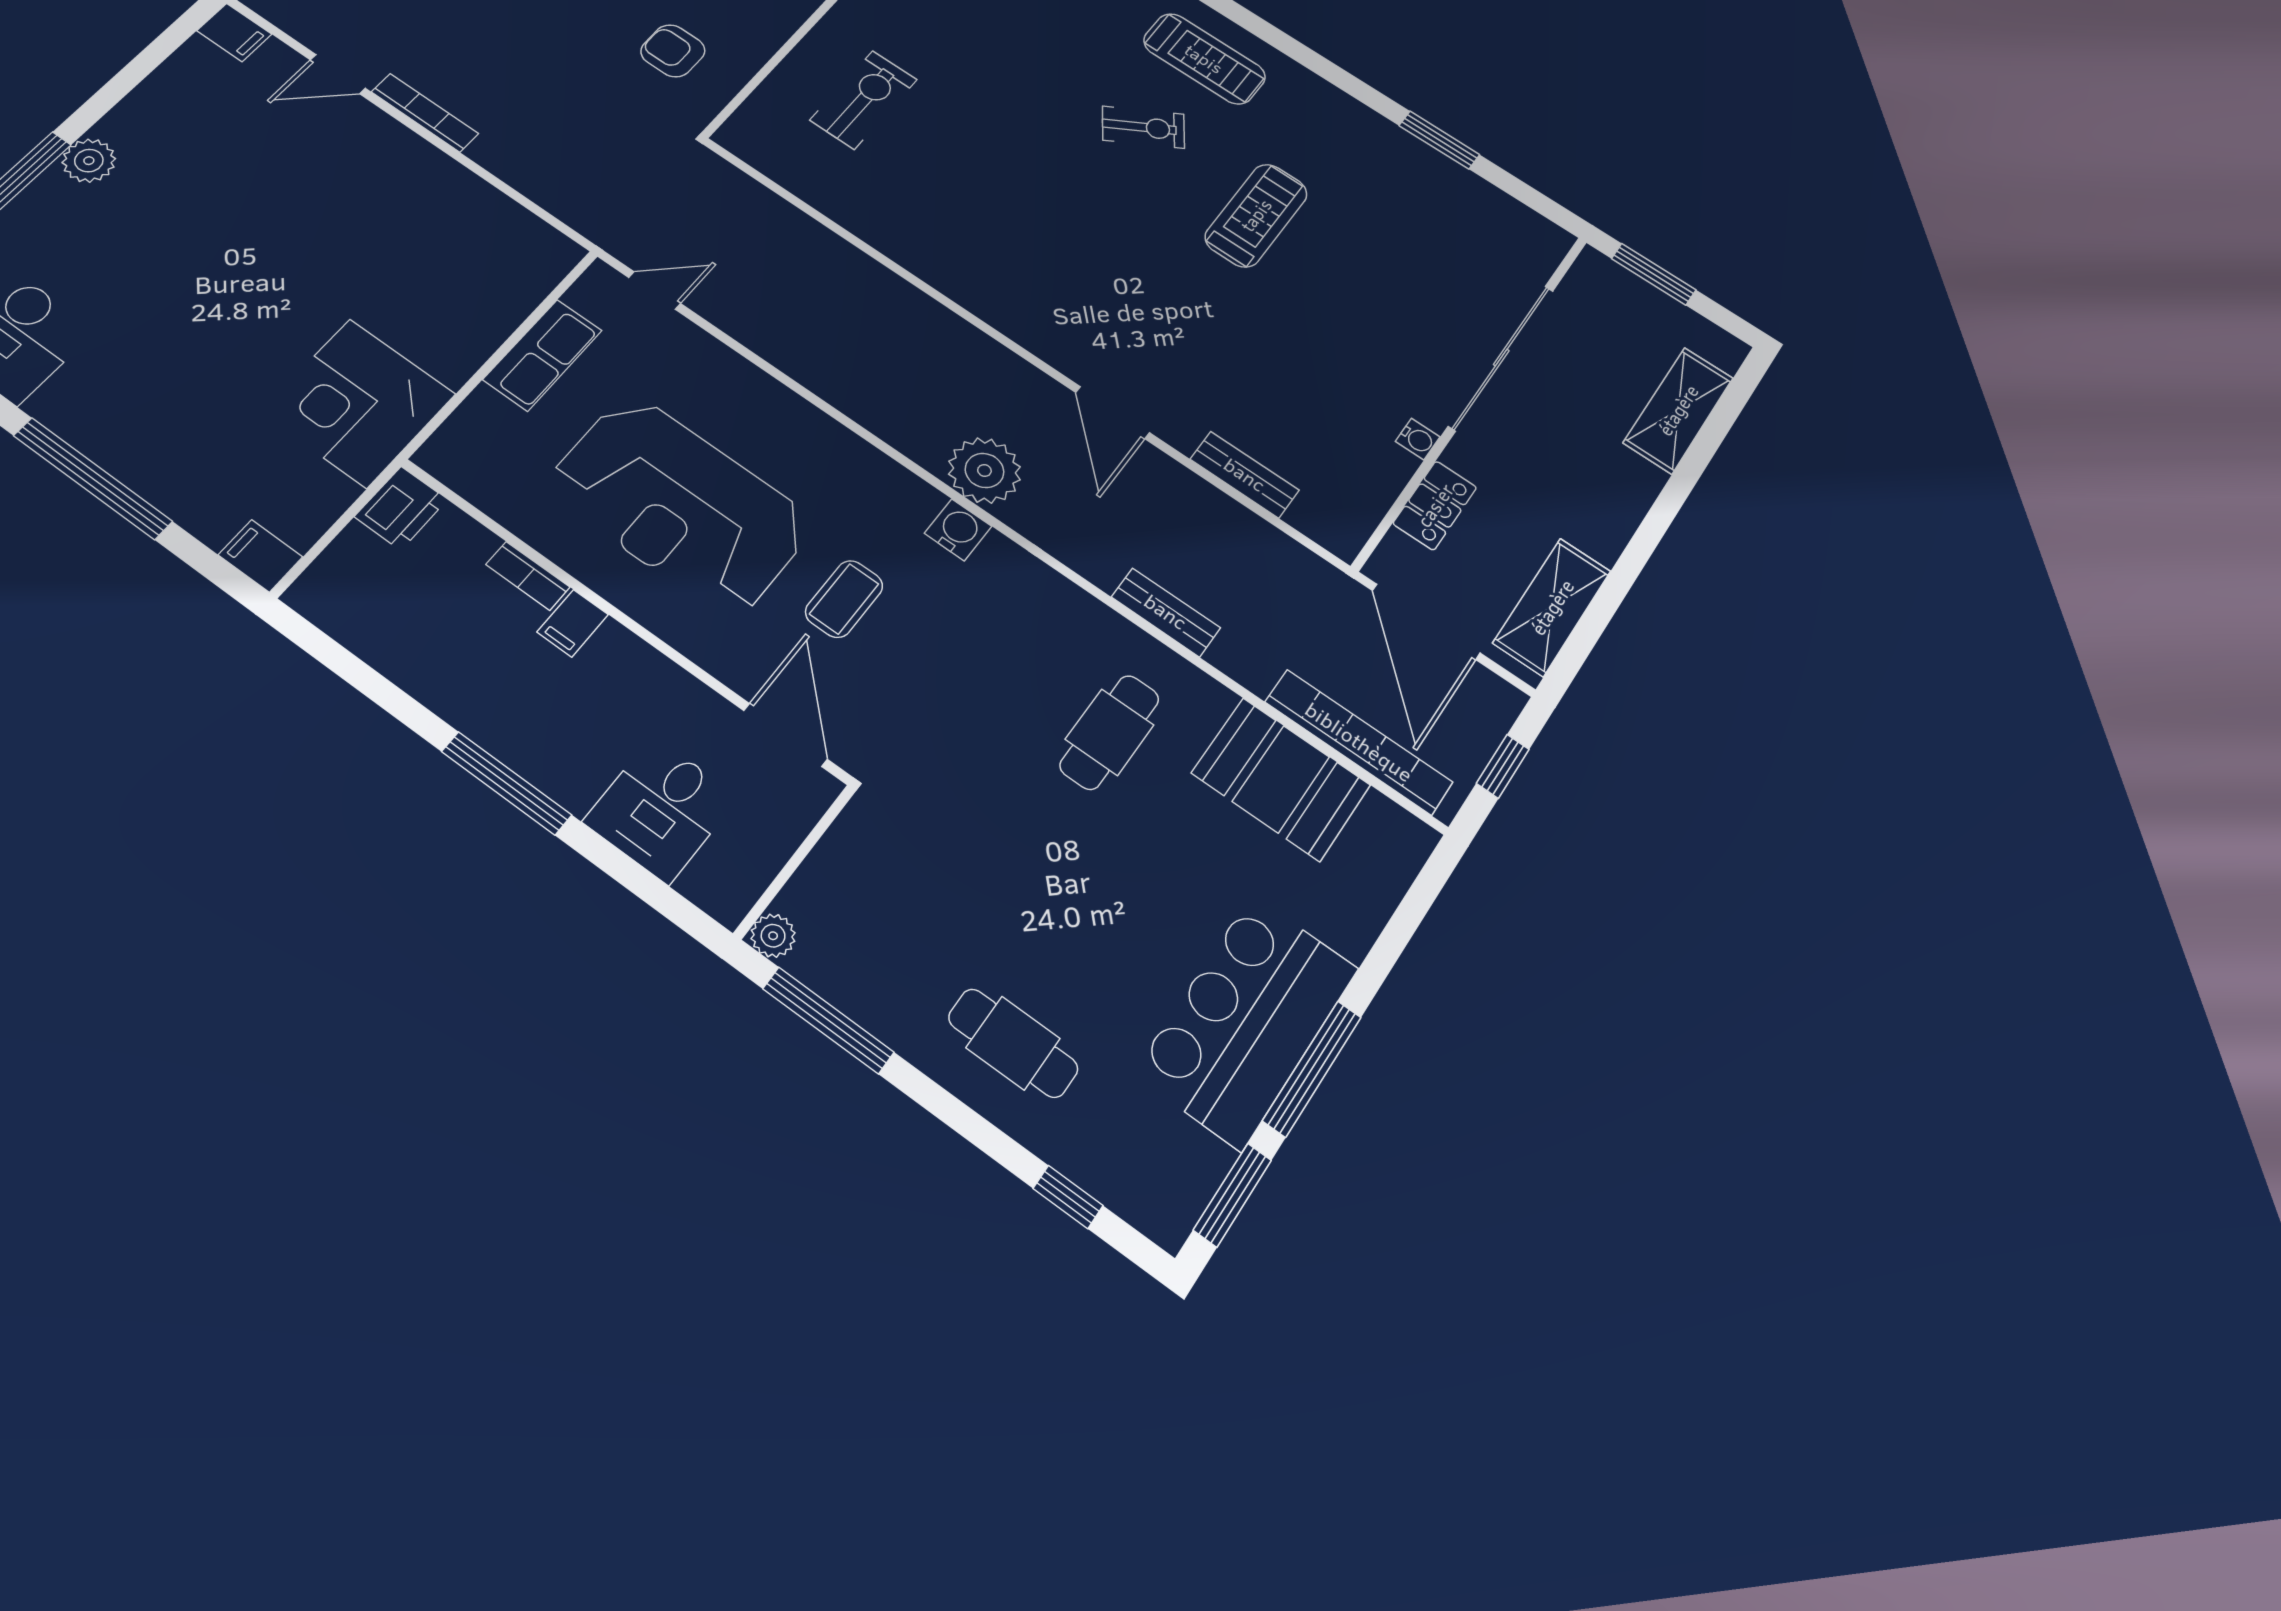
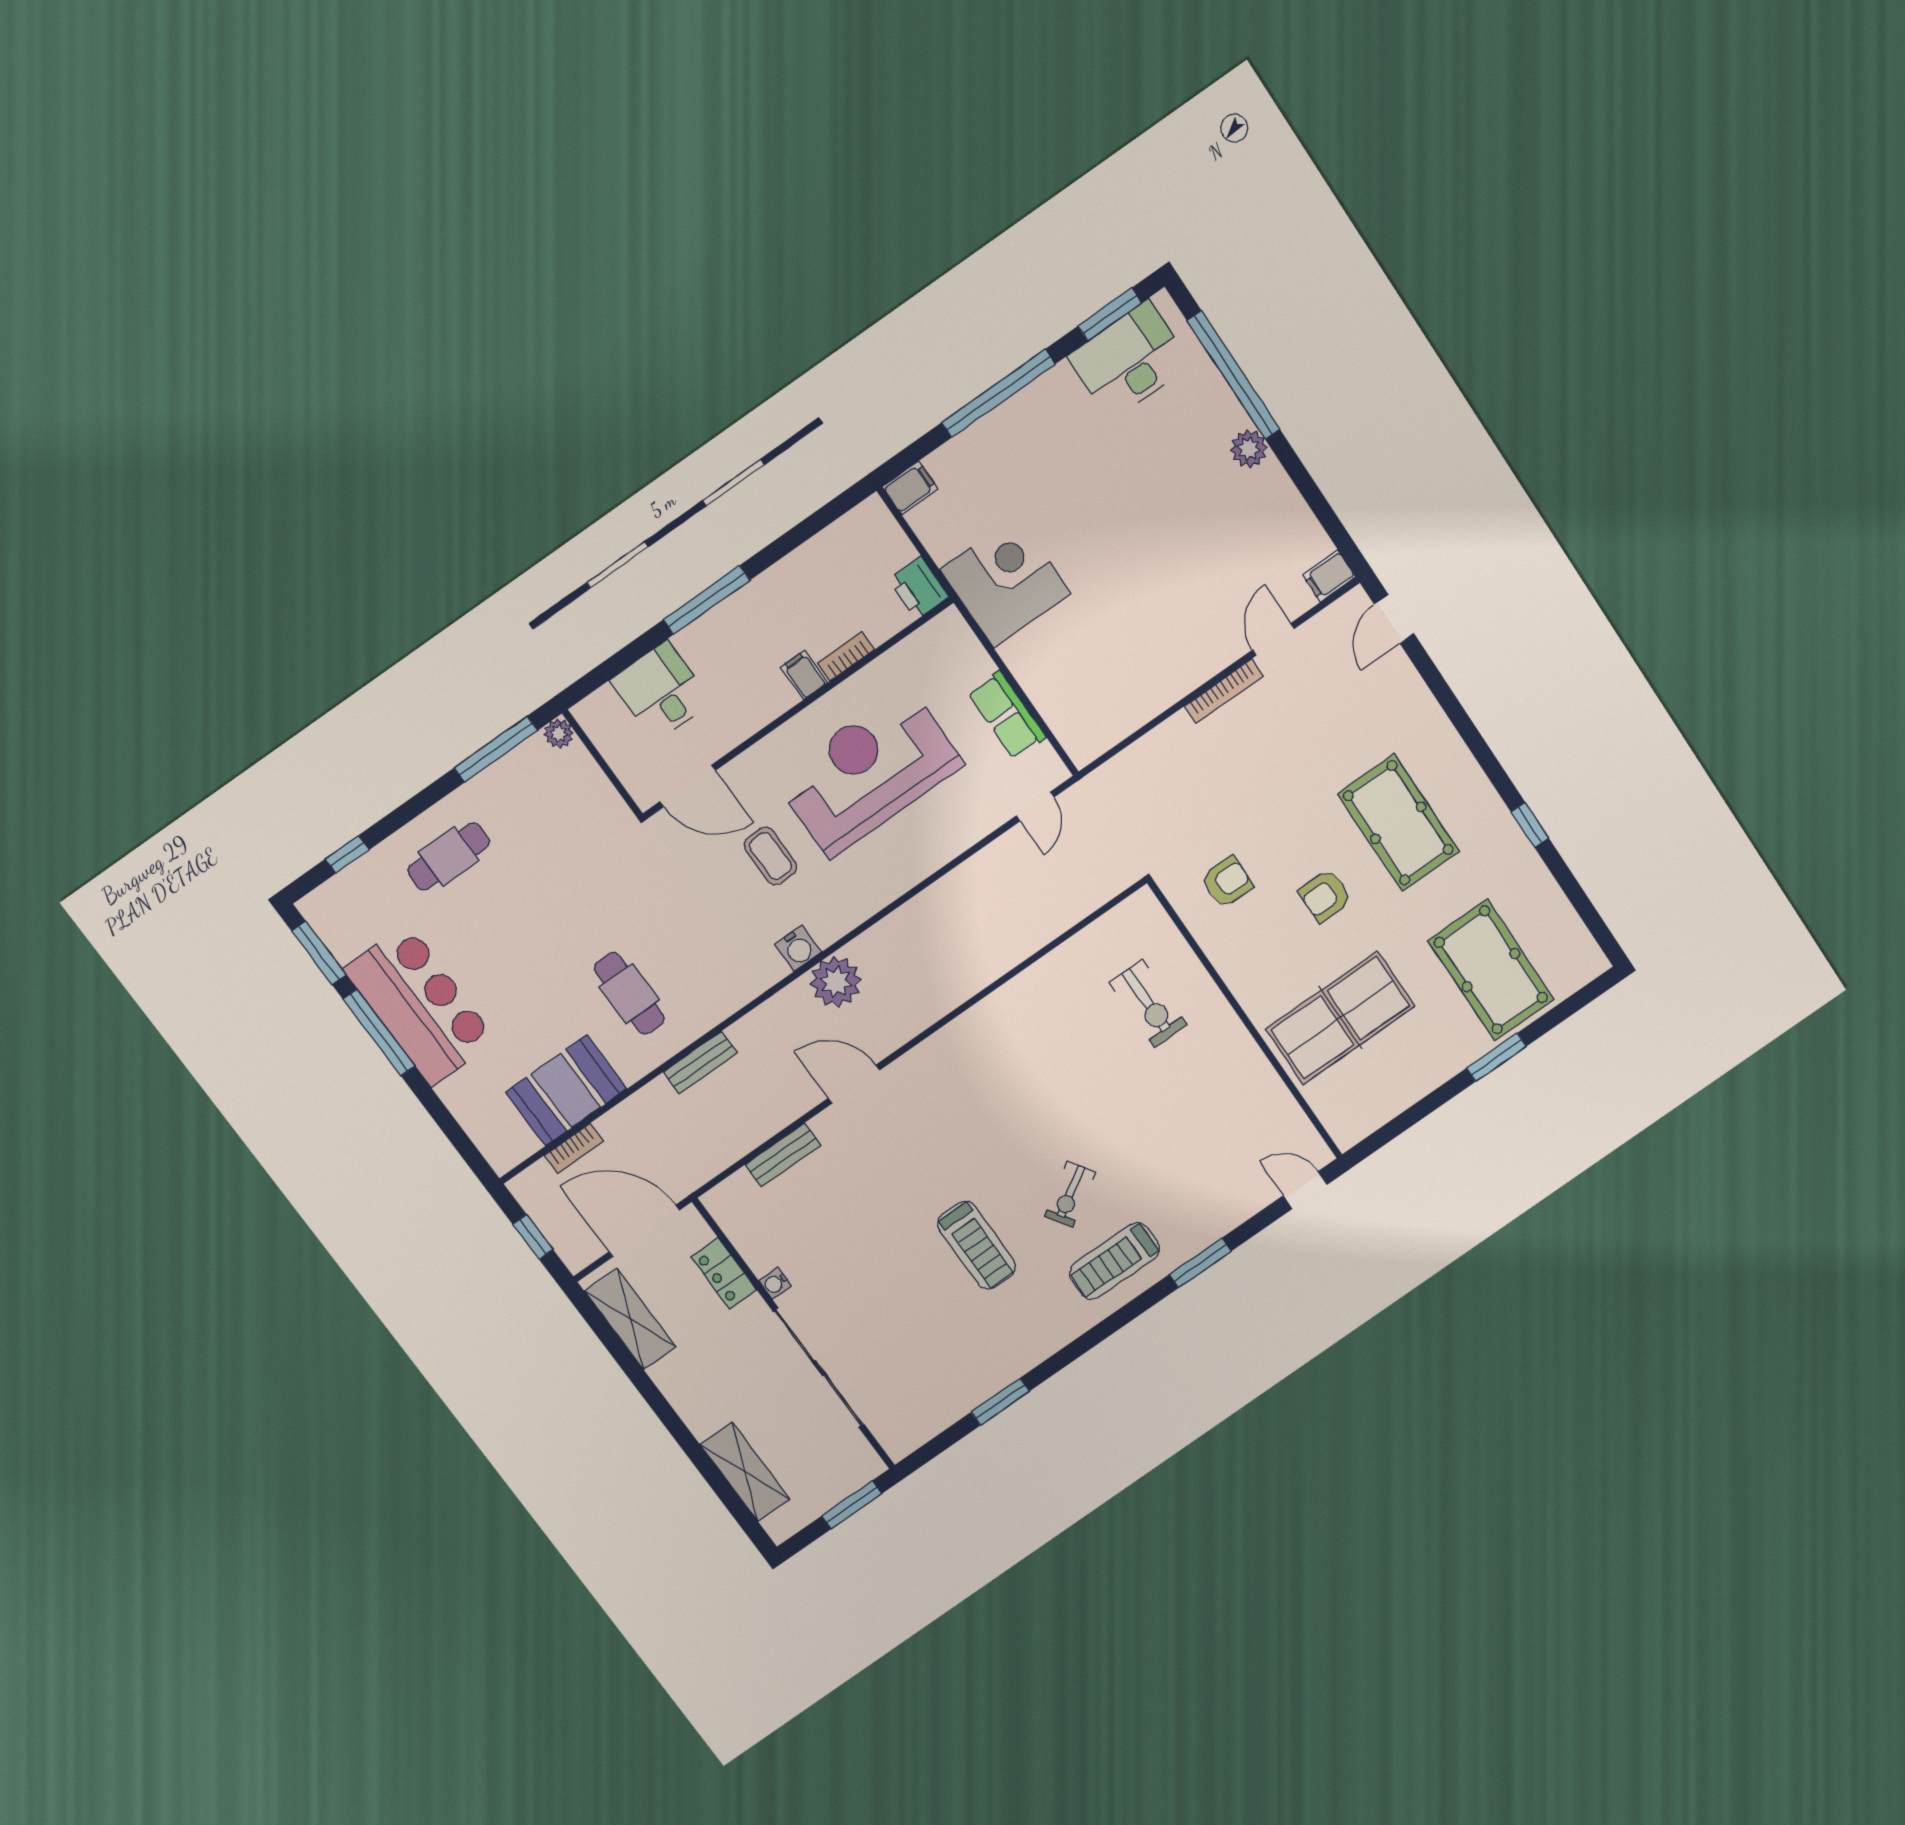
bookcase: (1359, 742) -> (574, 1148), width x0.43, depth x0.76

